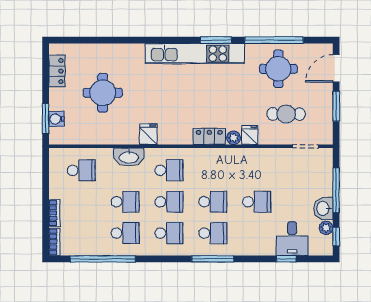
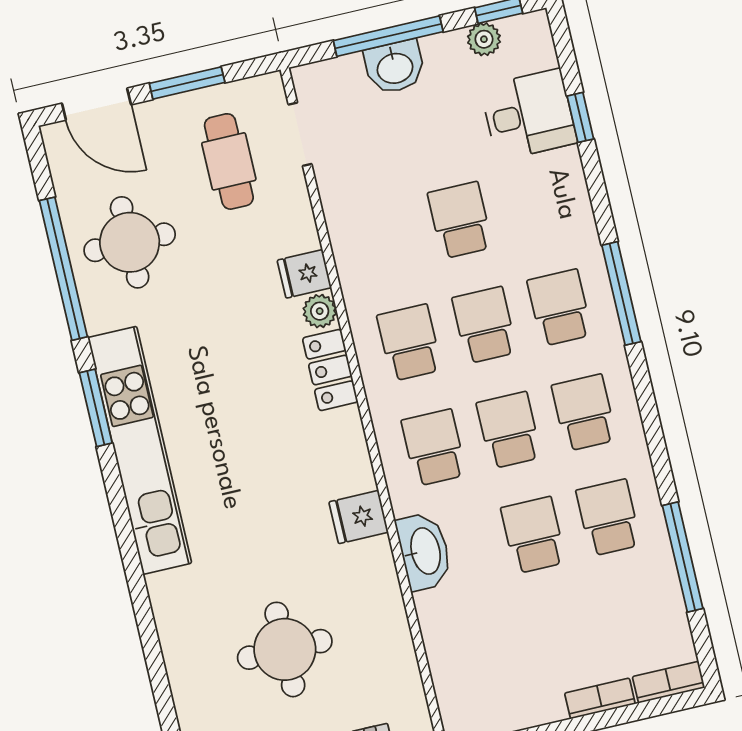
cafe table: (286, 114) -> (229, 161), moved
school desk: (81, 170) -> (409, 343), moved
washbasin: (323, 208) -> (395, 67), moved
window: (103, 259) -> (683, 557), width x0.68

